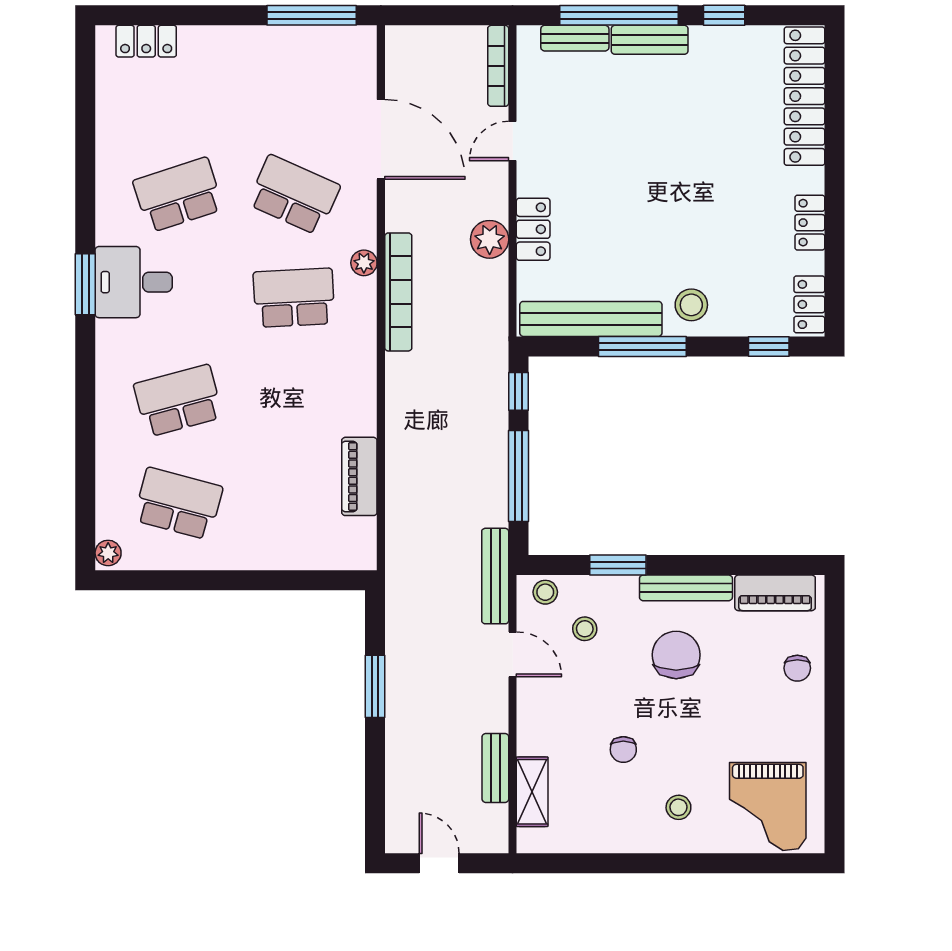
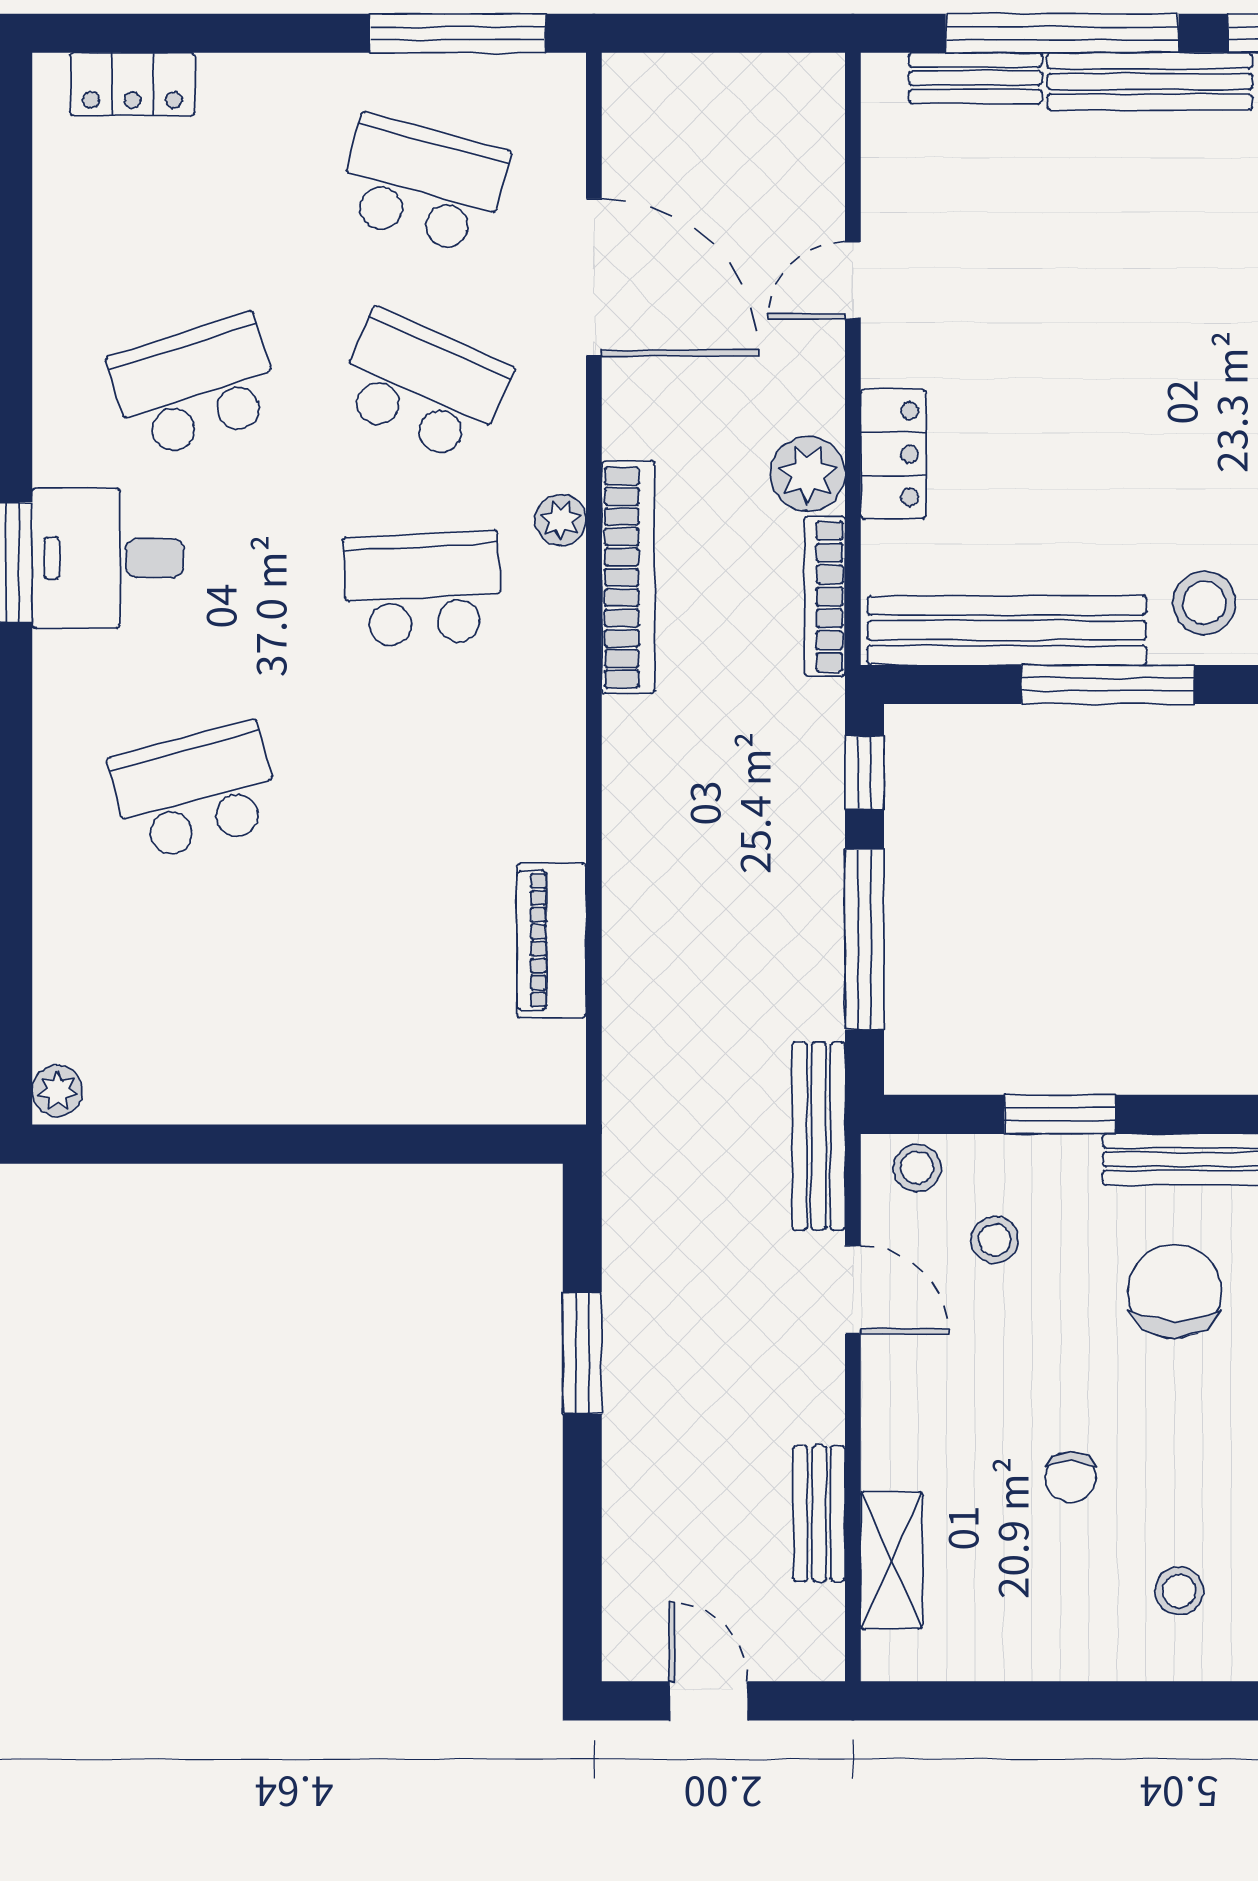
bench: (650, 40) -> (1150, 81), width x1.36
bookcase: (498, 66) -> (825, 596), moved
school desk: (178, 504) -> (423, 184), moved

